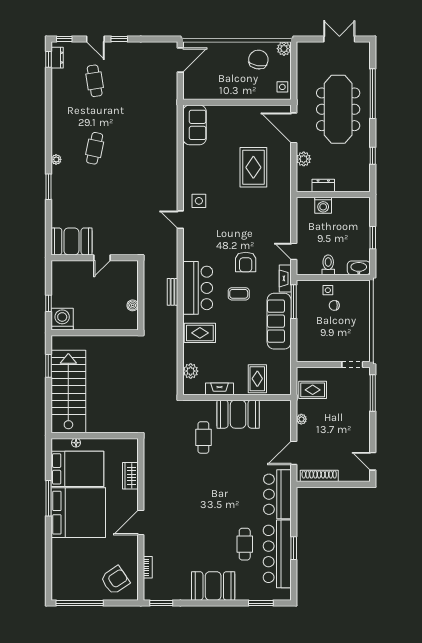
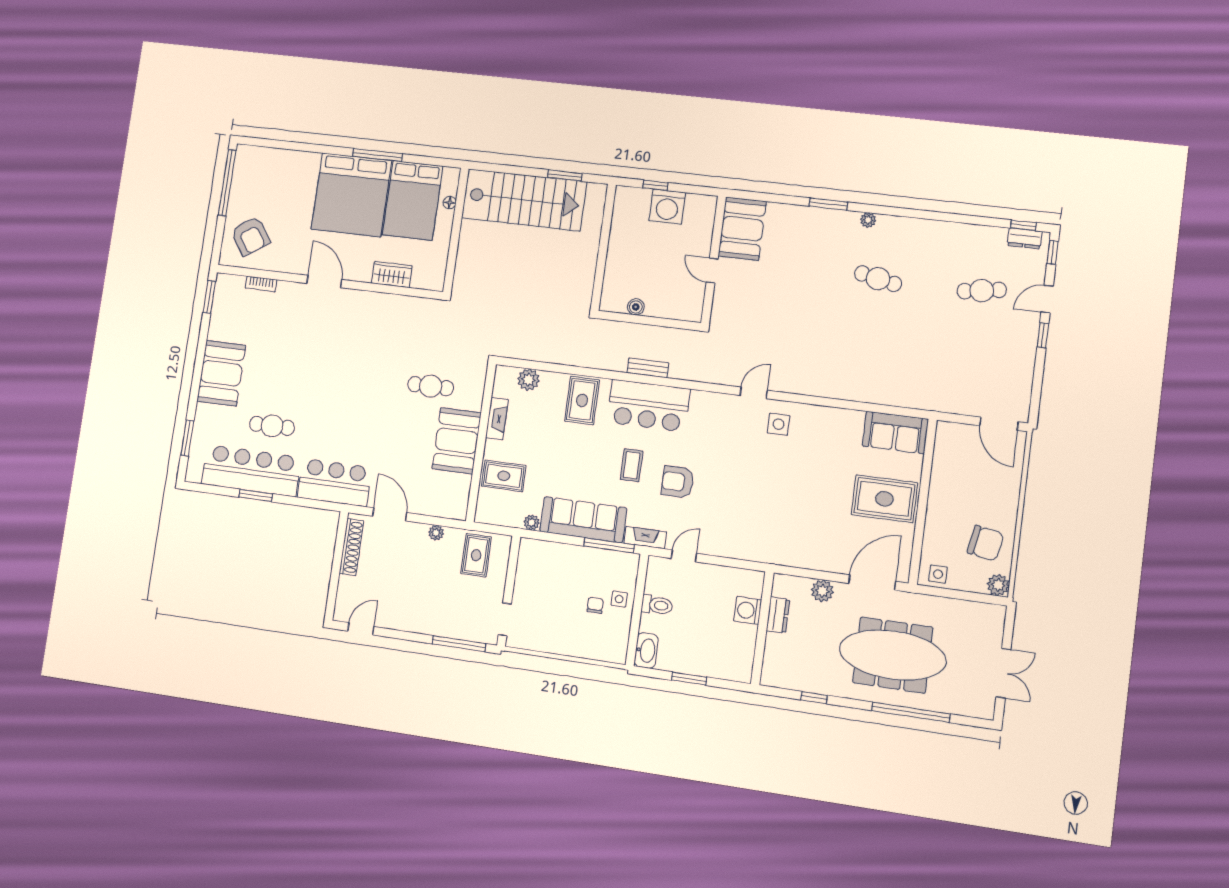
rug: (253, 167) -> (884, 499), moved
washing machine: (62, 319) -> (667, 207), moved, turned 90
plant: (286, 355) -> (532, 522), added

